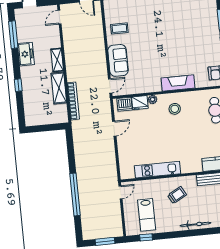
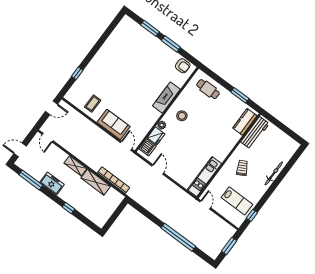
kitchen unit: (158, 170) -> (204, 177), moved

